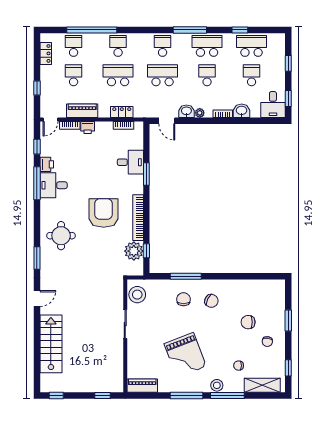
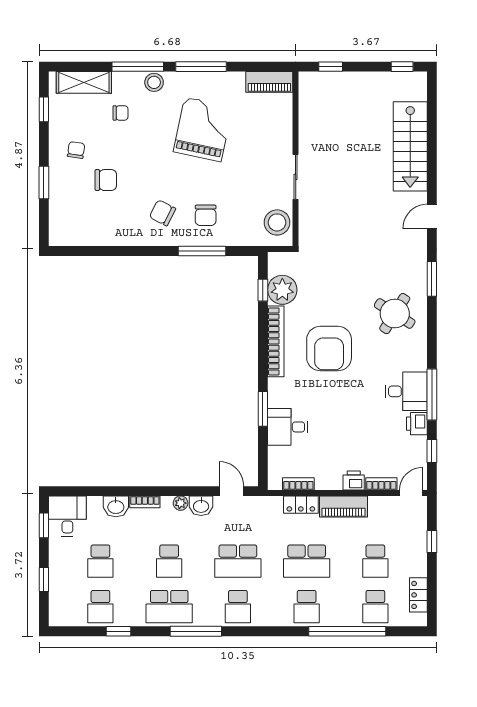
school desk: (252, 46) -> (100, 607), width x0.54
piano: (82, 111) -> (343, 507), moved
round table: (61, 236) -> (395, 314), turned 32
grand piano: (185, 355) -> (203, 129), turned 33

